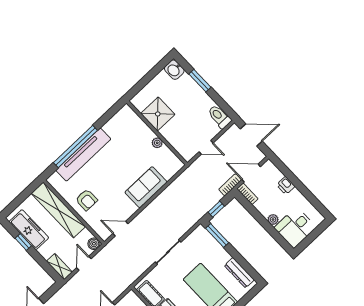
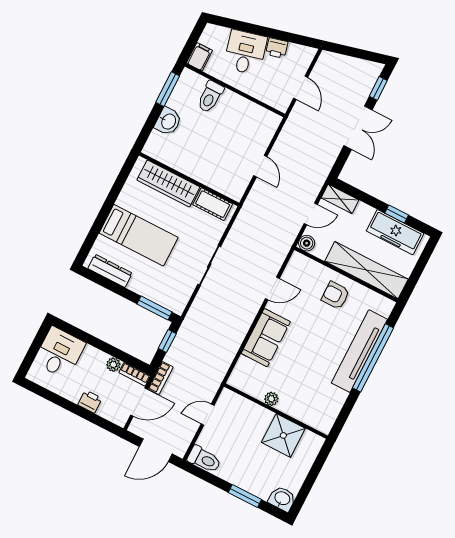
plant: (273, 220) -> (113, 365), moved
door: (120, 229) -> (272, 288), moved
door: (84, 263) -> (311, 214), hinge flipped

